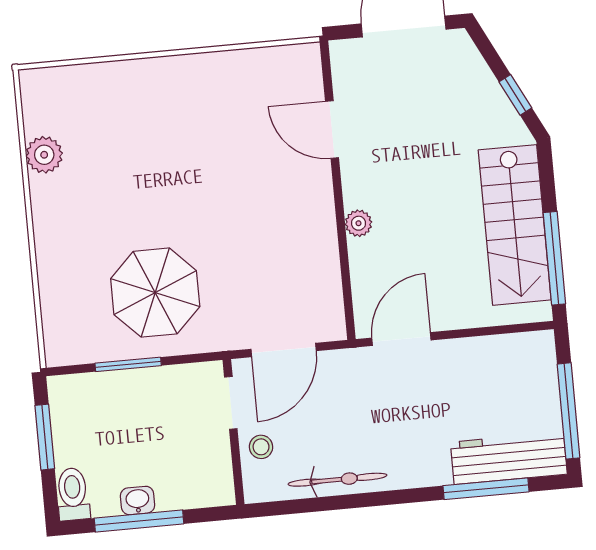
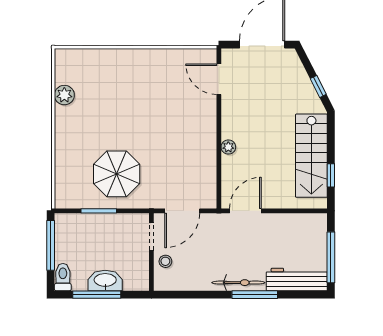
door: (332, 129) -> (219, 79), moved
window: (554, 258) -> (331, 175), width x0.46
window: (45, 437) -> (51, 245), width x1.44
bicycle: (337, 480) -> (238, 283), moved
window: (486, 489) -> (255, 295), moved
washbasin: (138, 500) -> (105, 281), width x1.91, depth x1.45

